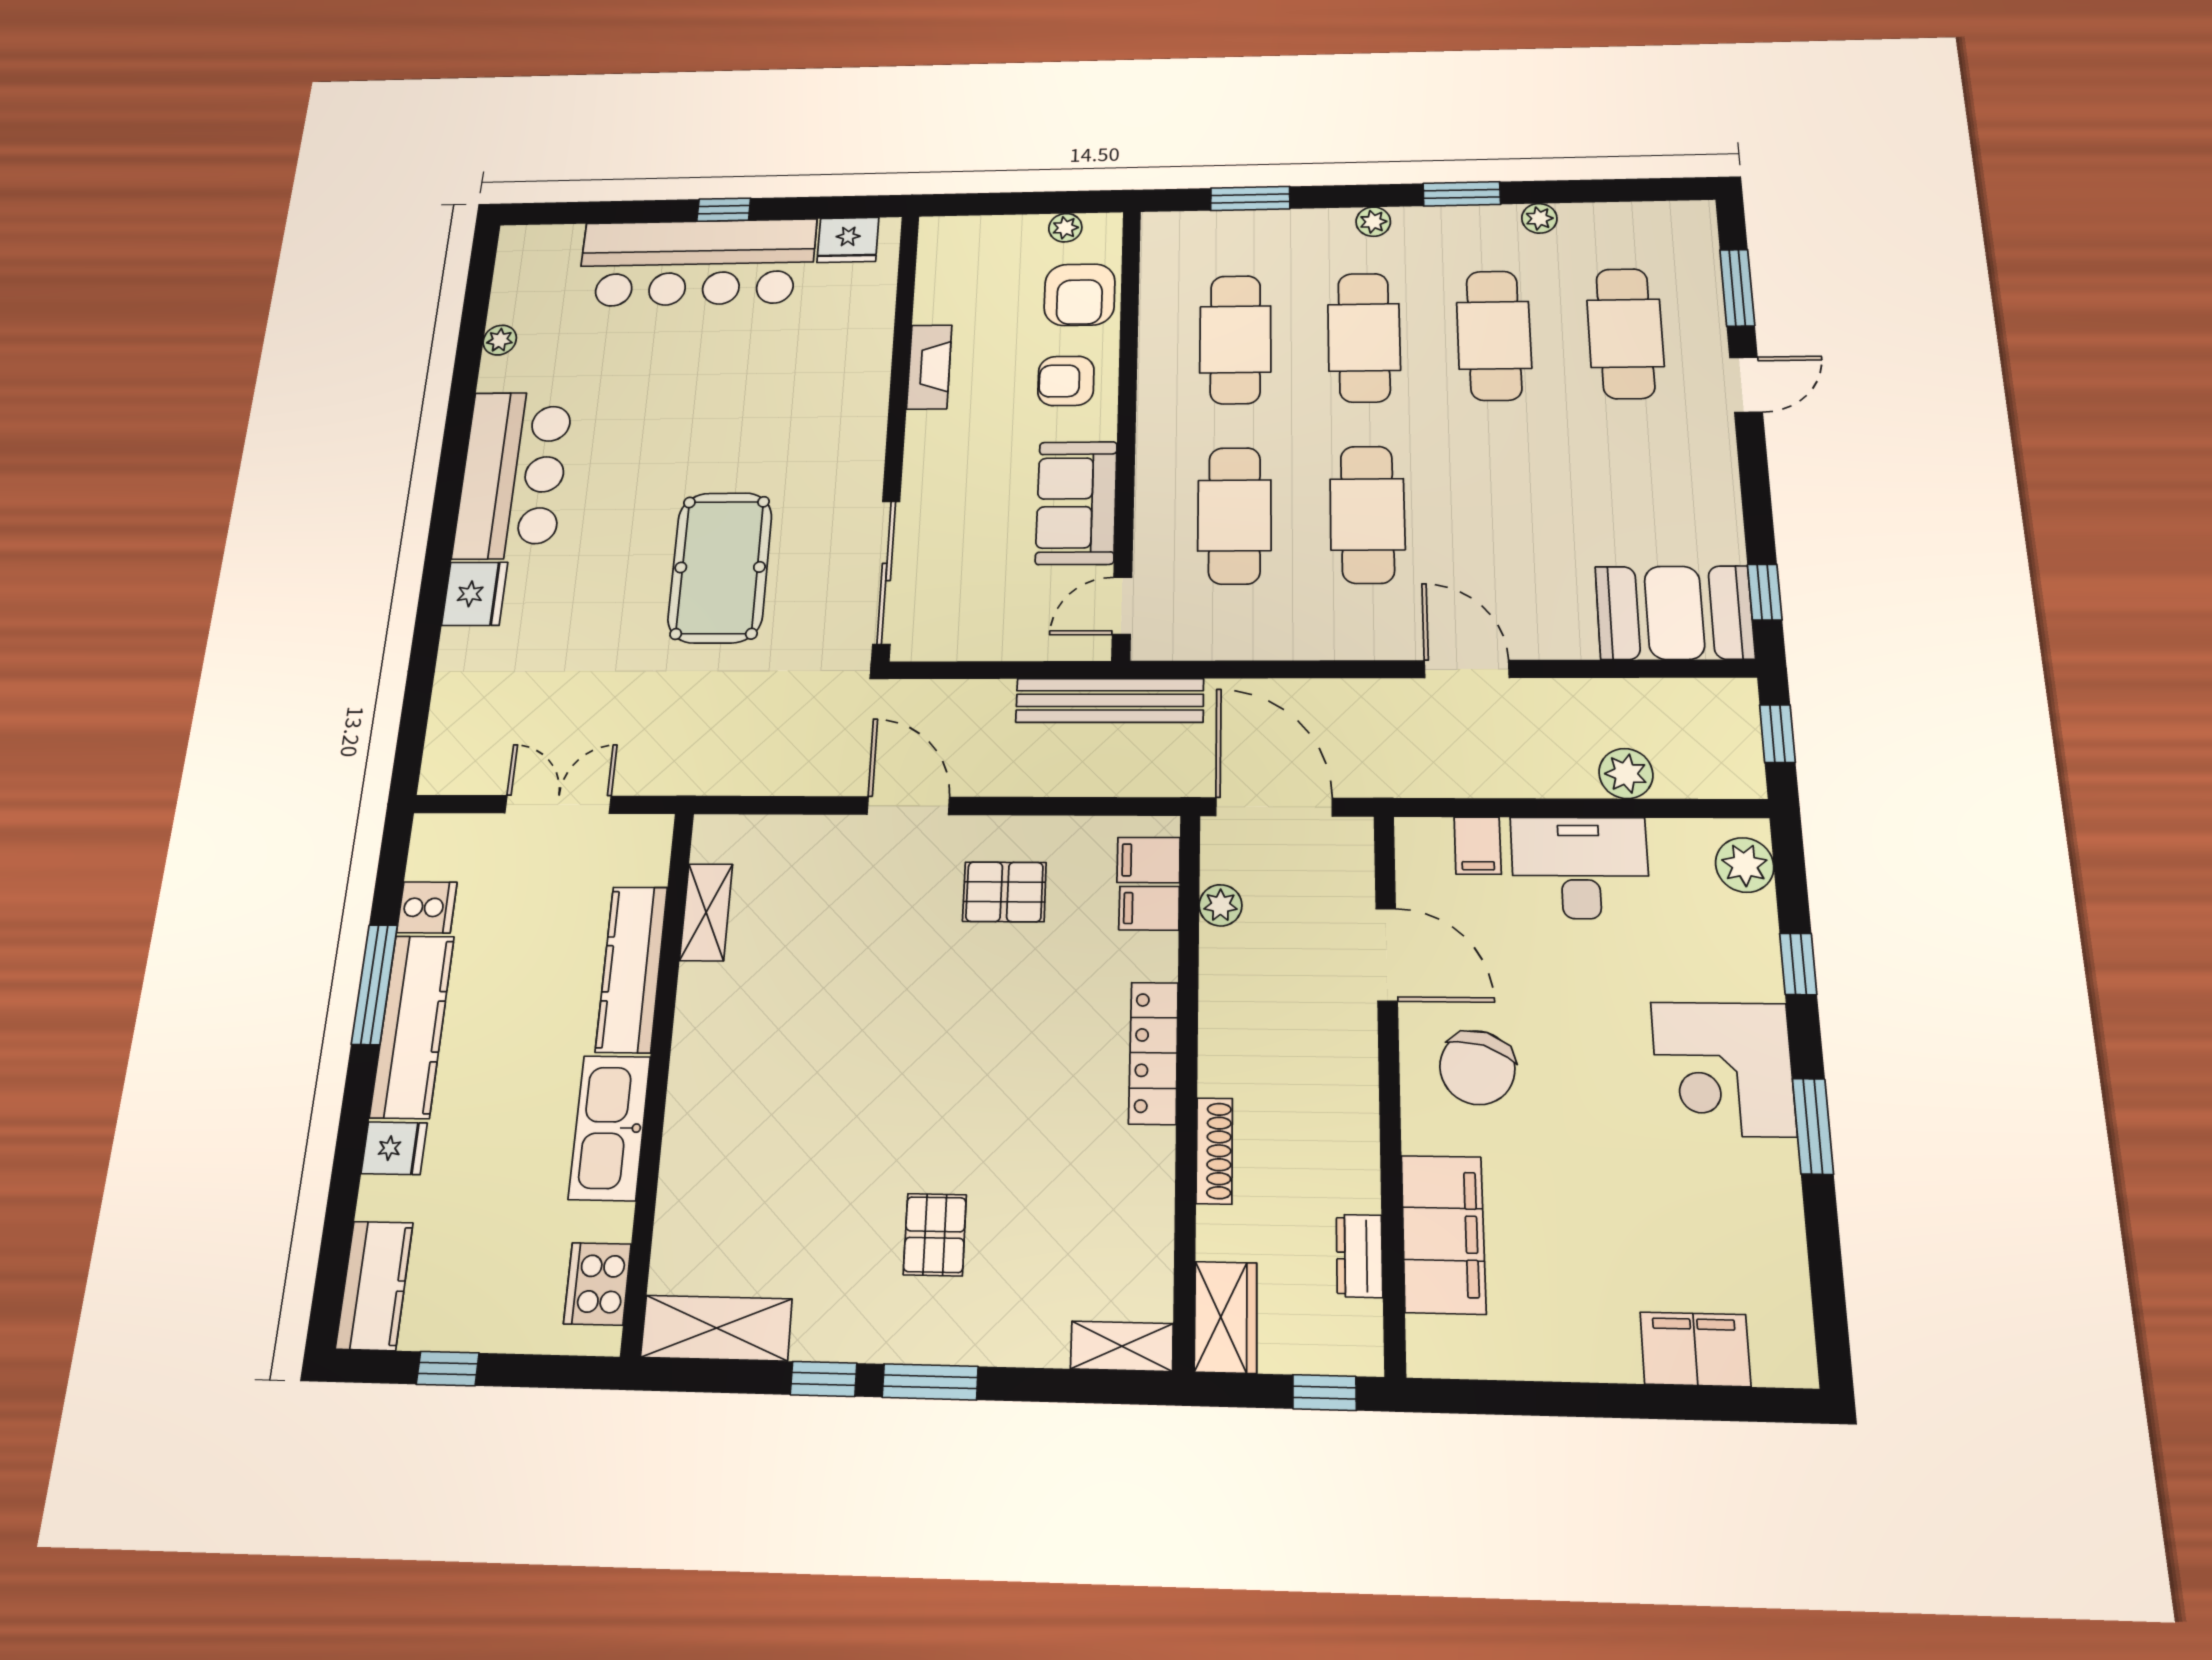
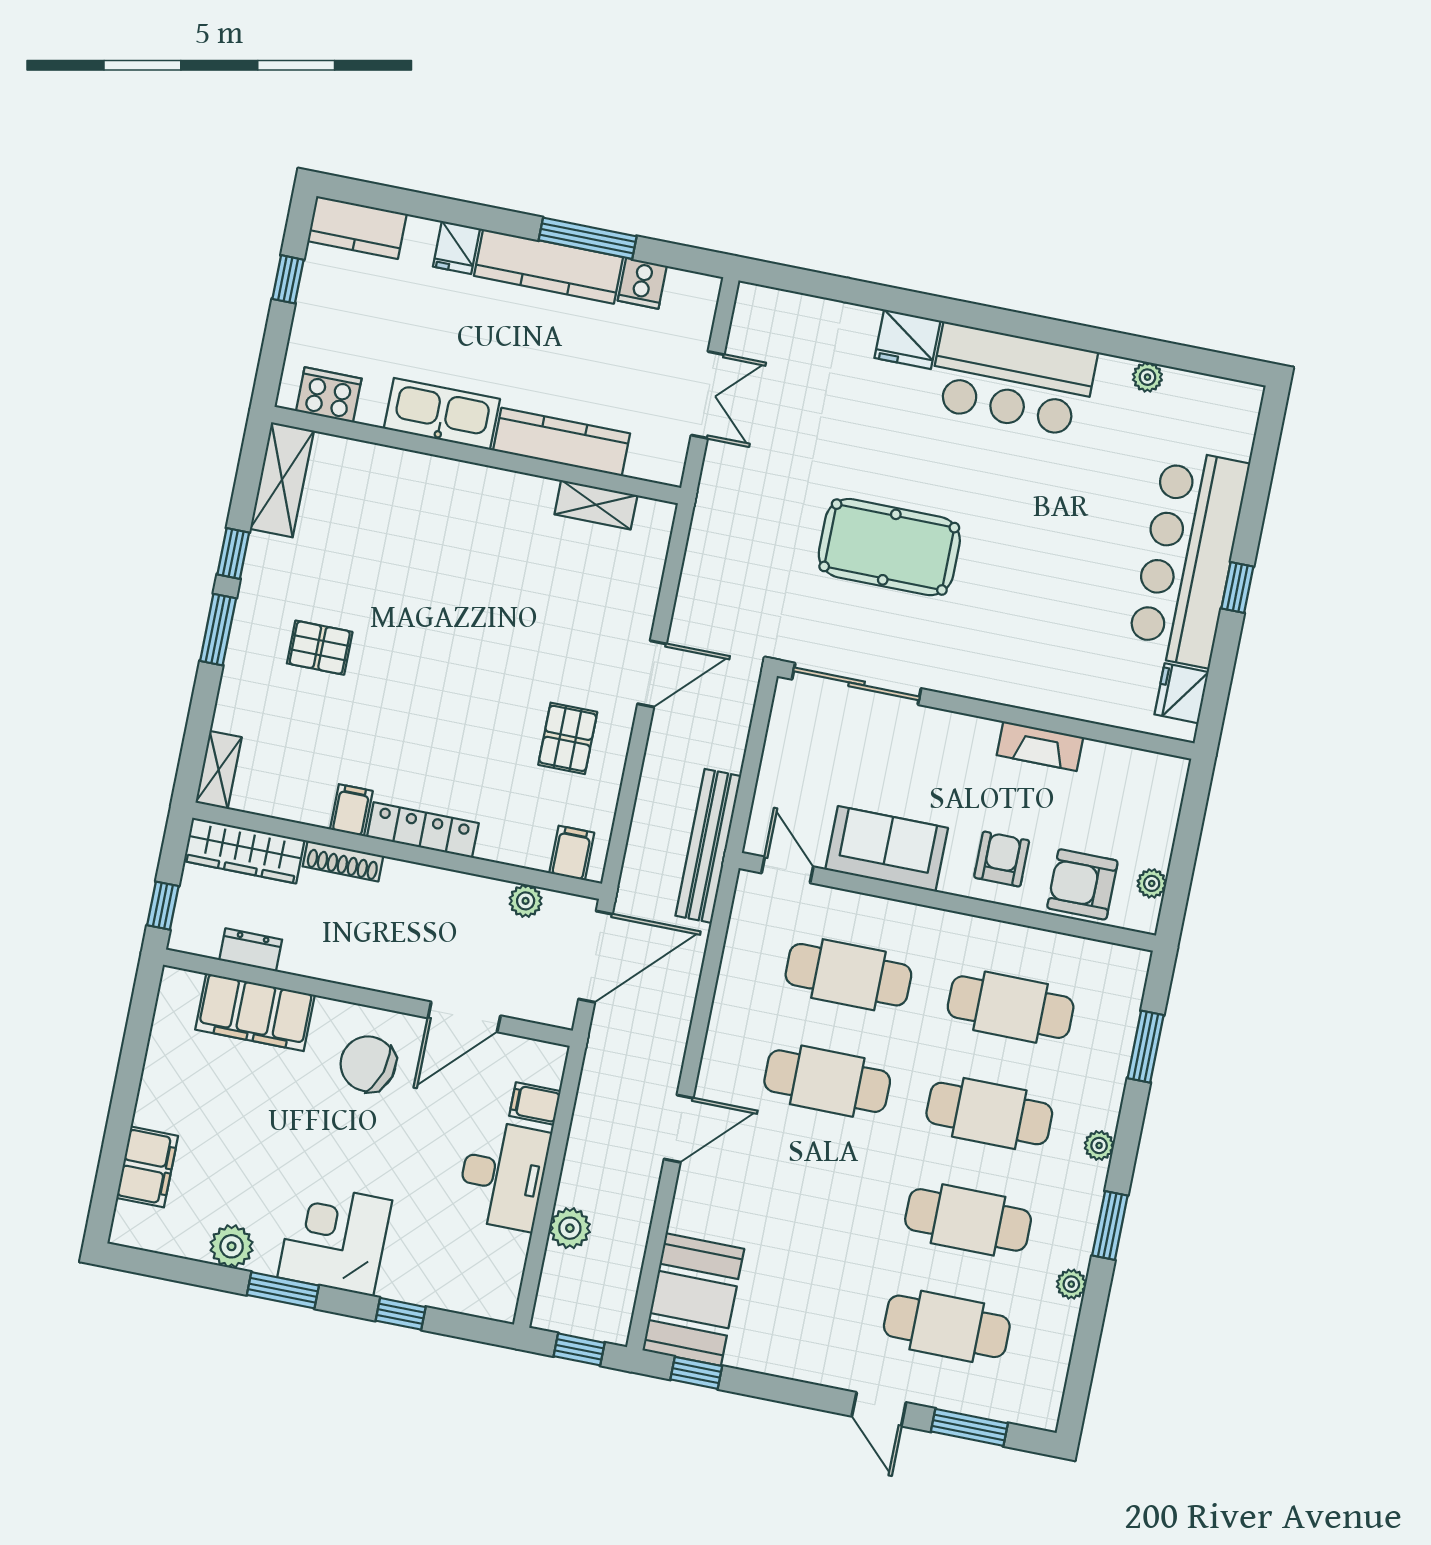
plant: (1745, 865) -> (232, 1246), moved
filing cabinet: (1149, 908) -> (351, 810), moved
wardrobe: (1226, 1317) -> (244, 851), width x1.50

